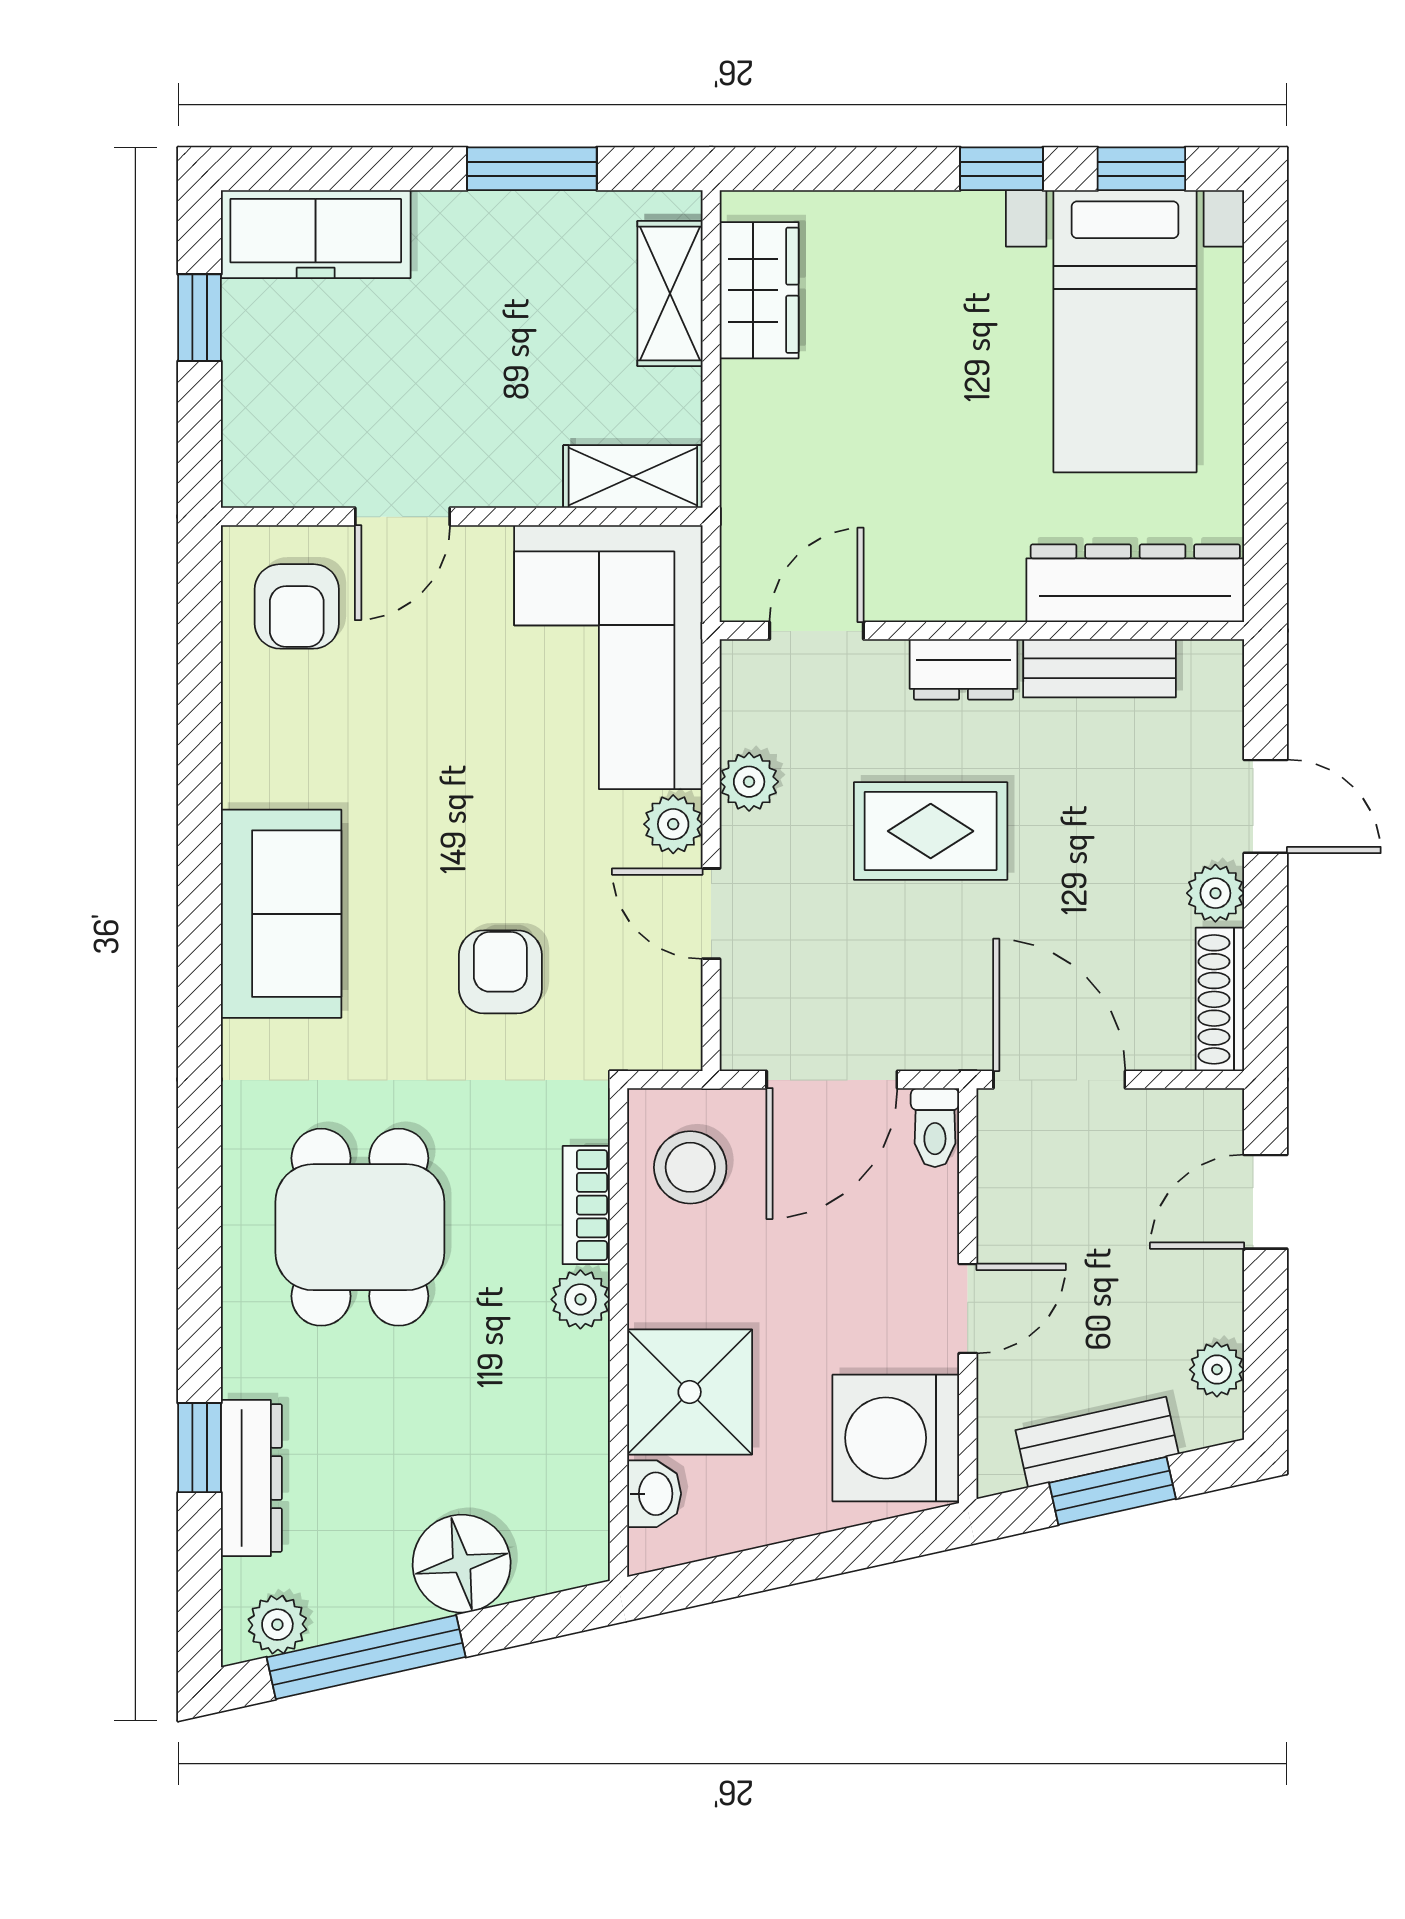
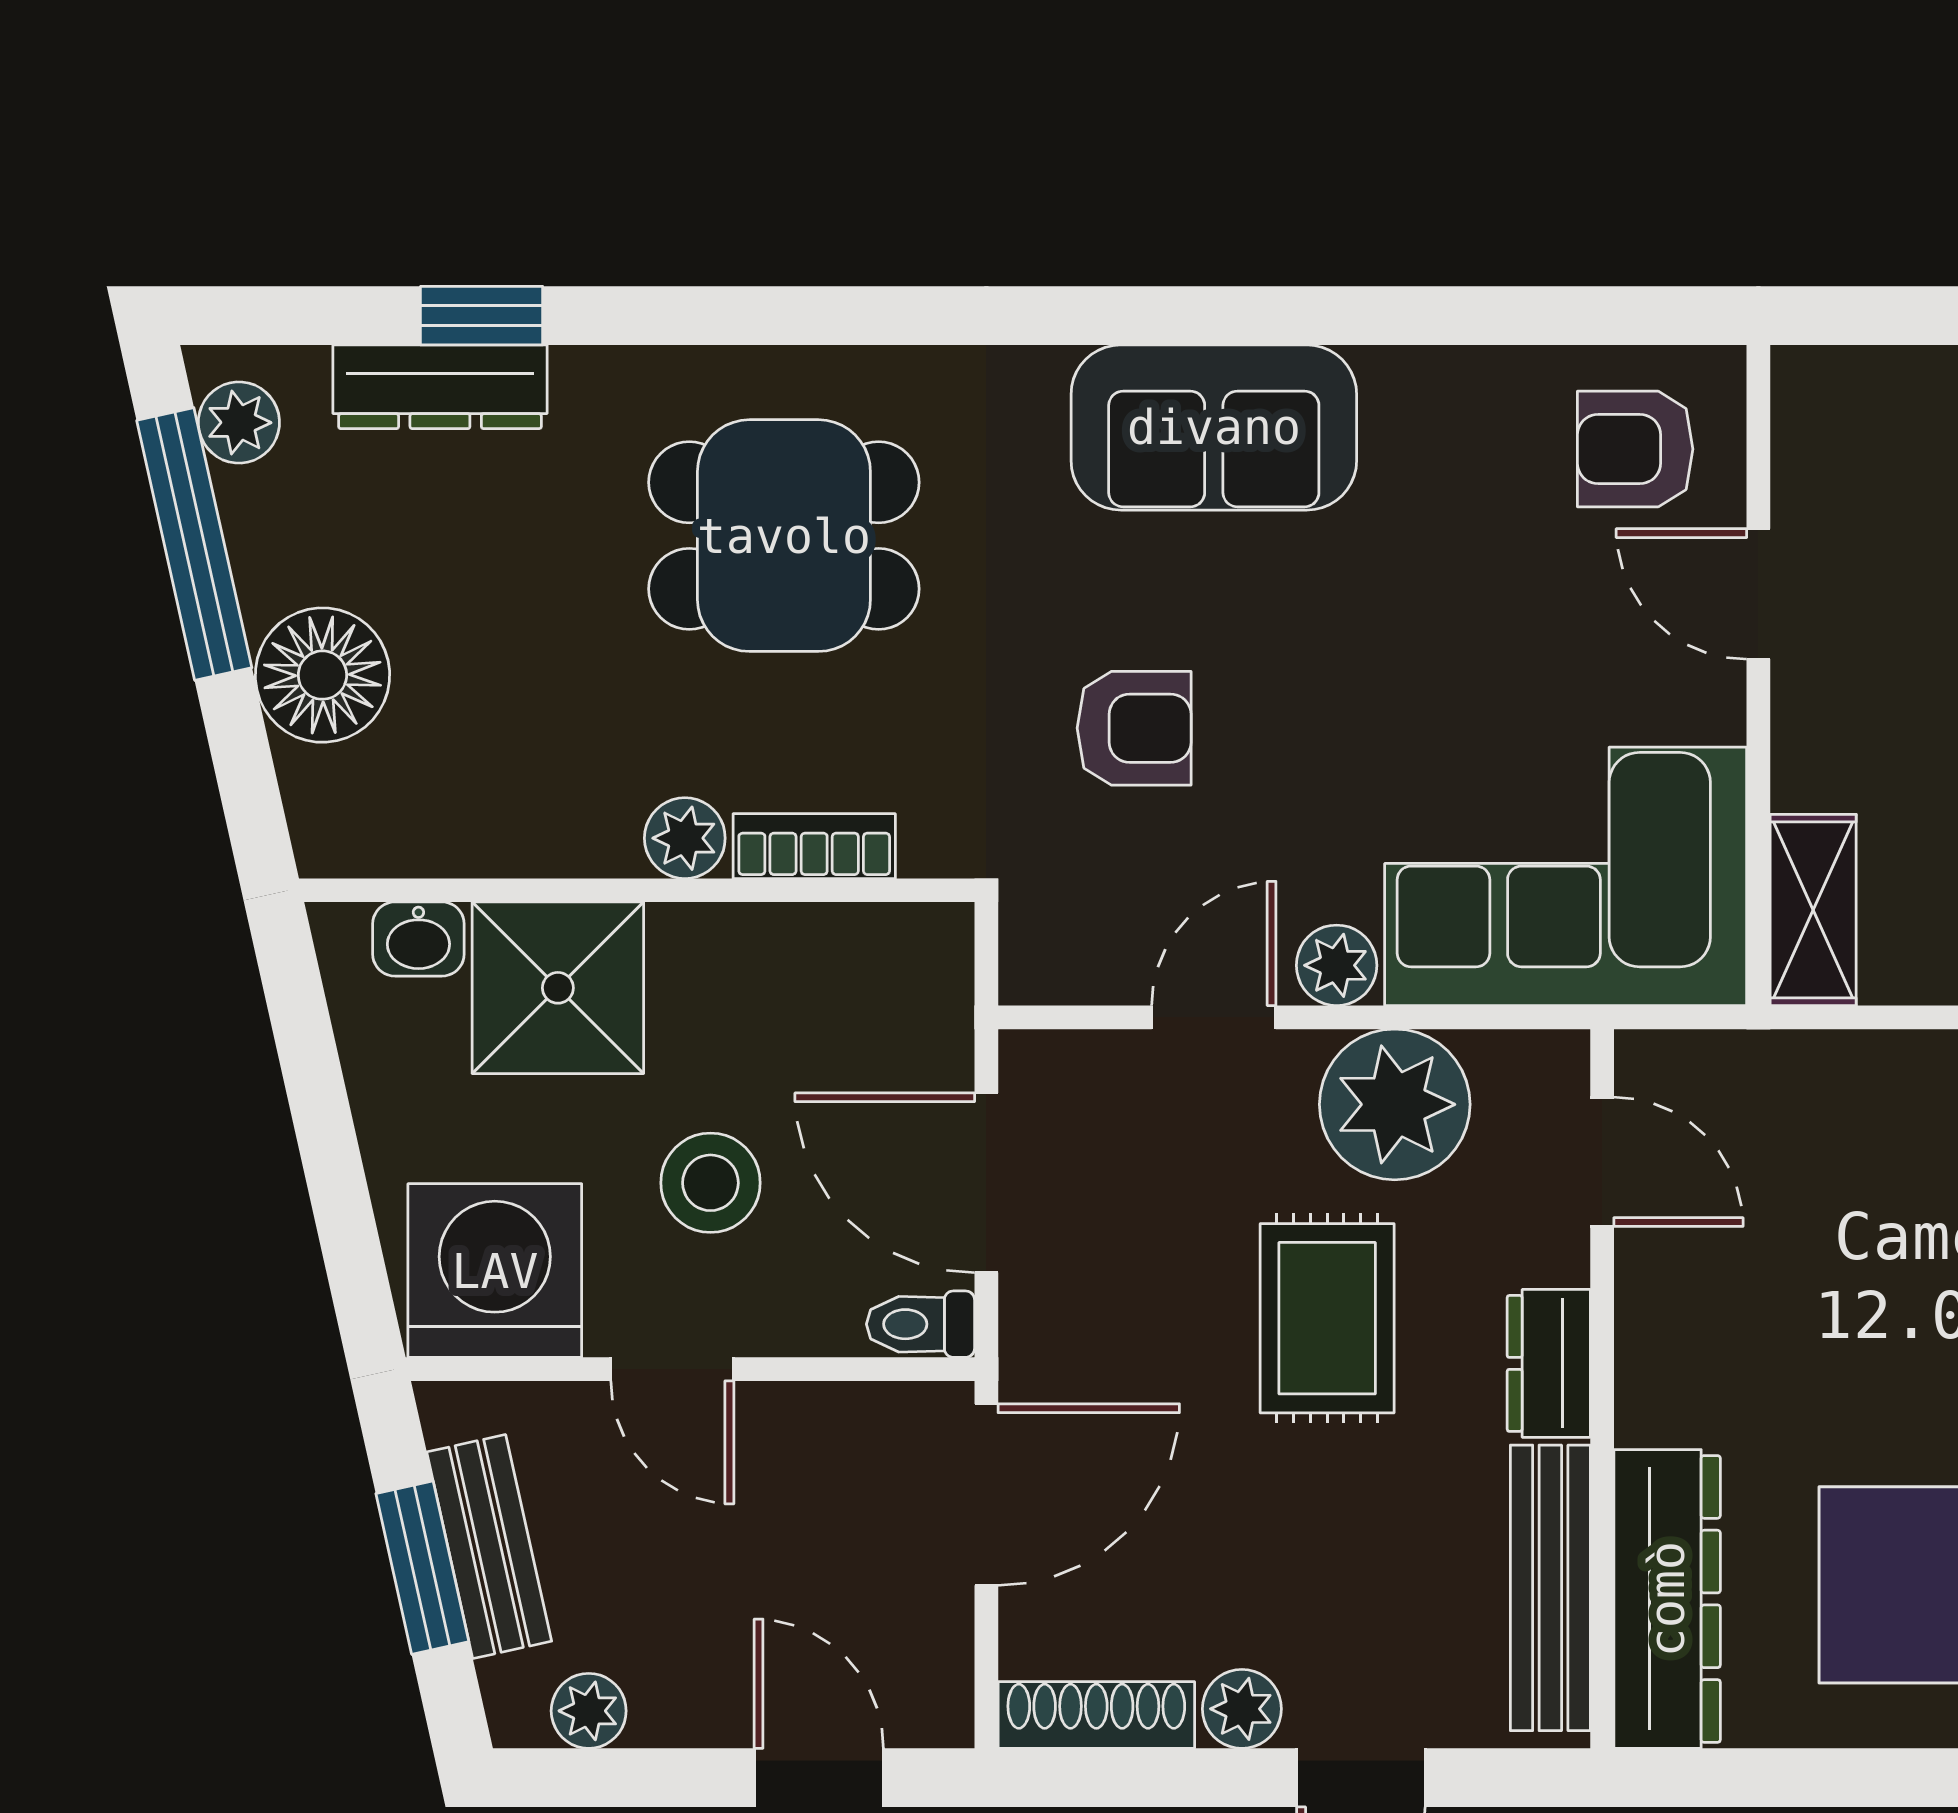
bench: (1099, 668) -> (1550, 1588), width x1.36
plant: (749, 782) -> (1395, 1104), width x1.87, depth x1.87
stool: (690, 1167) -> (710, 1183), moved

